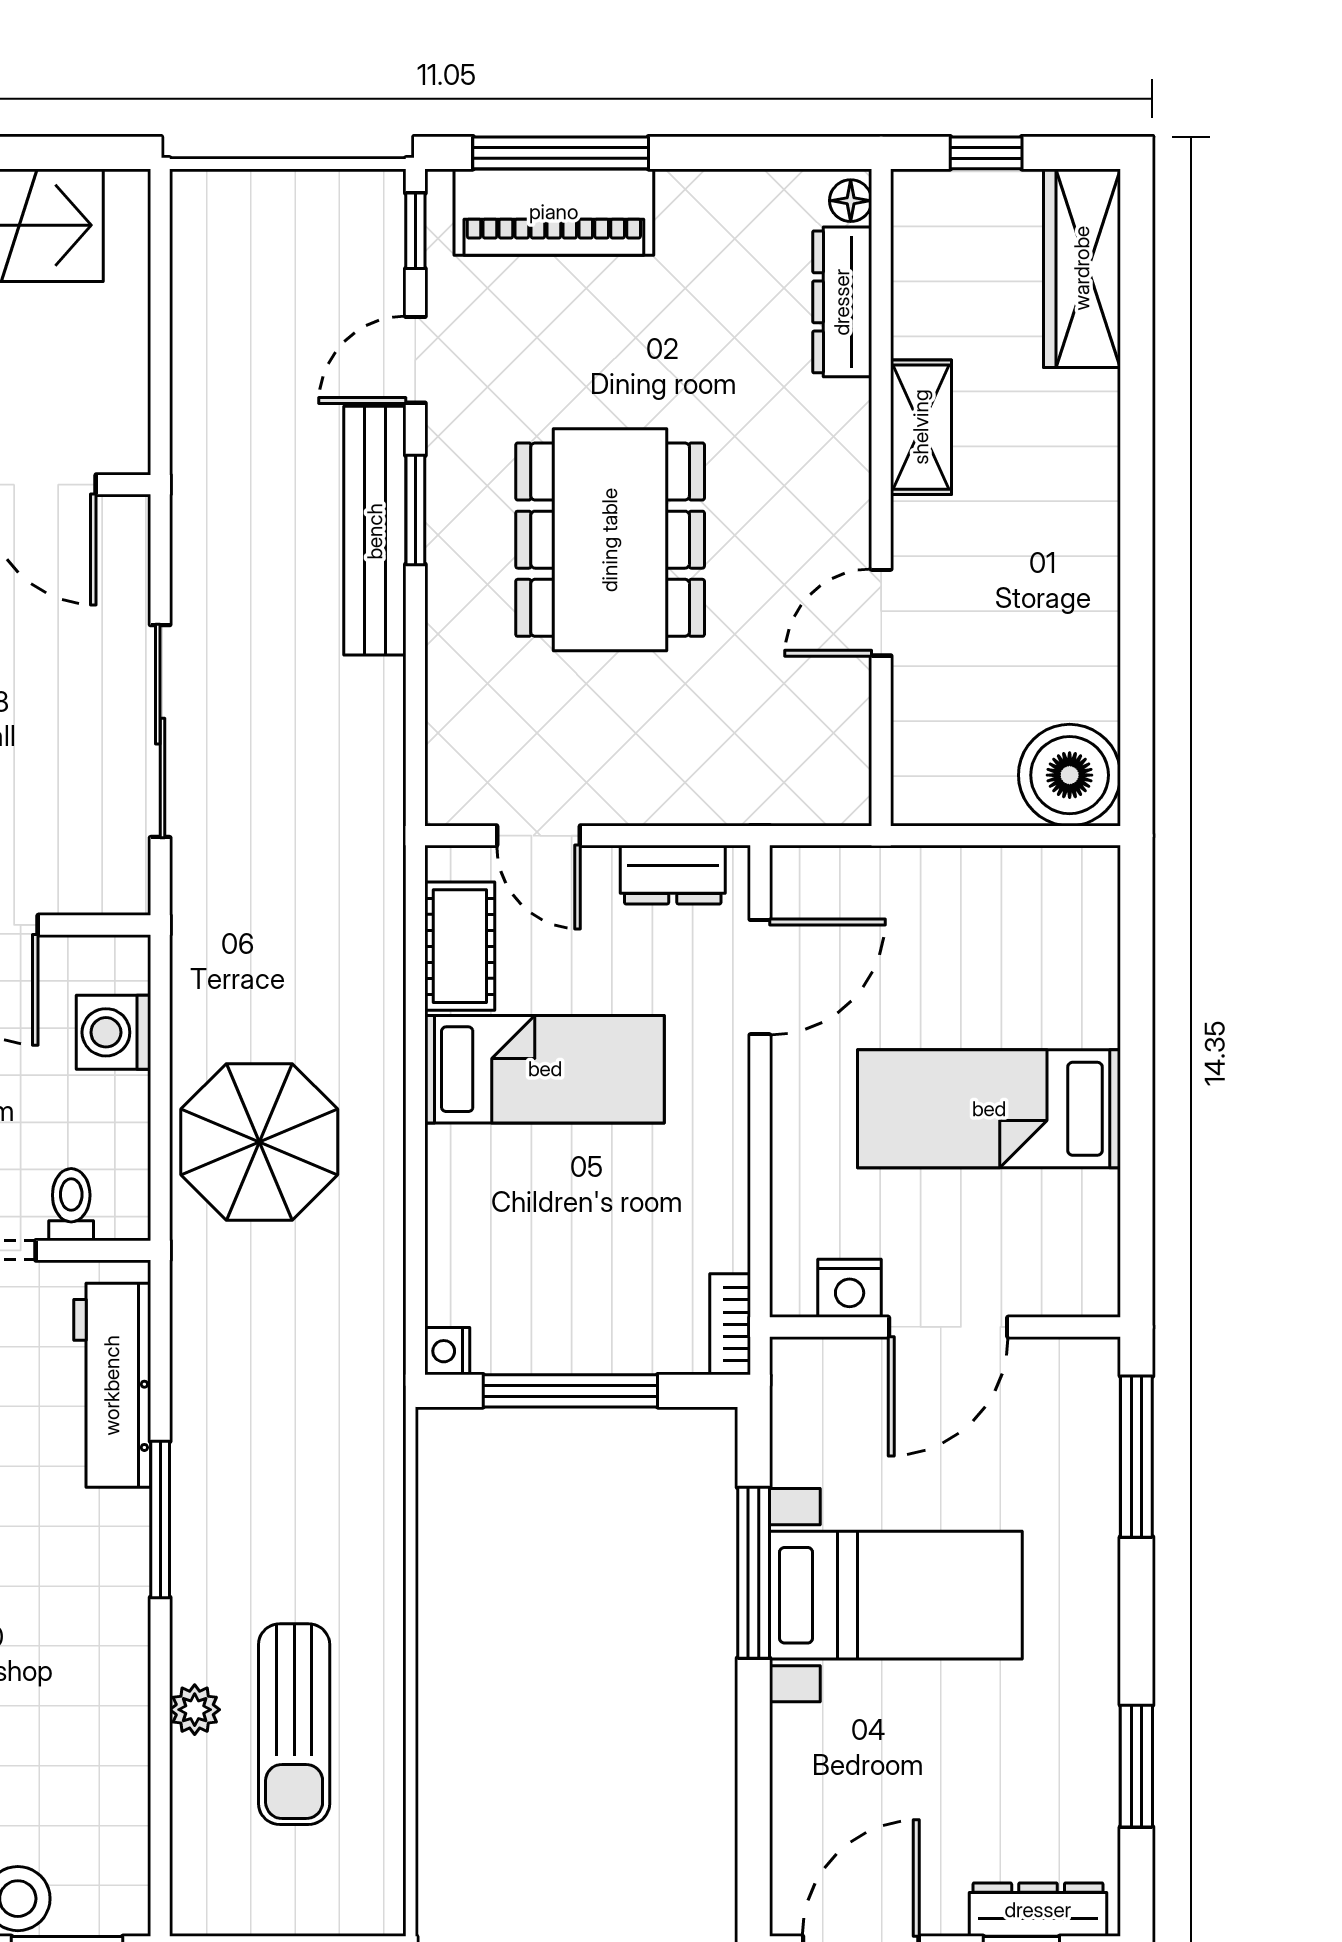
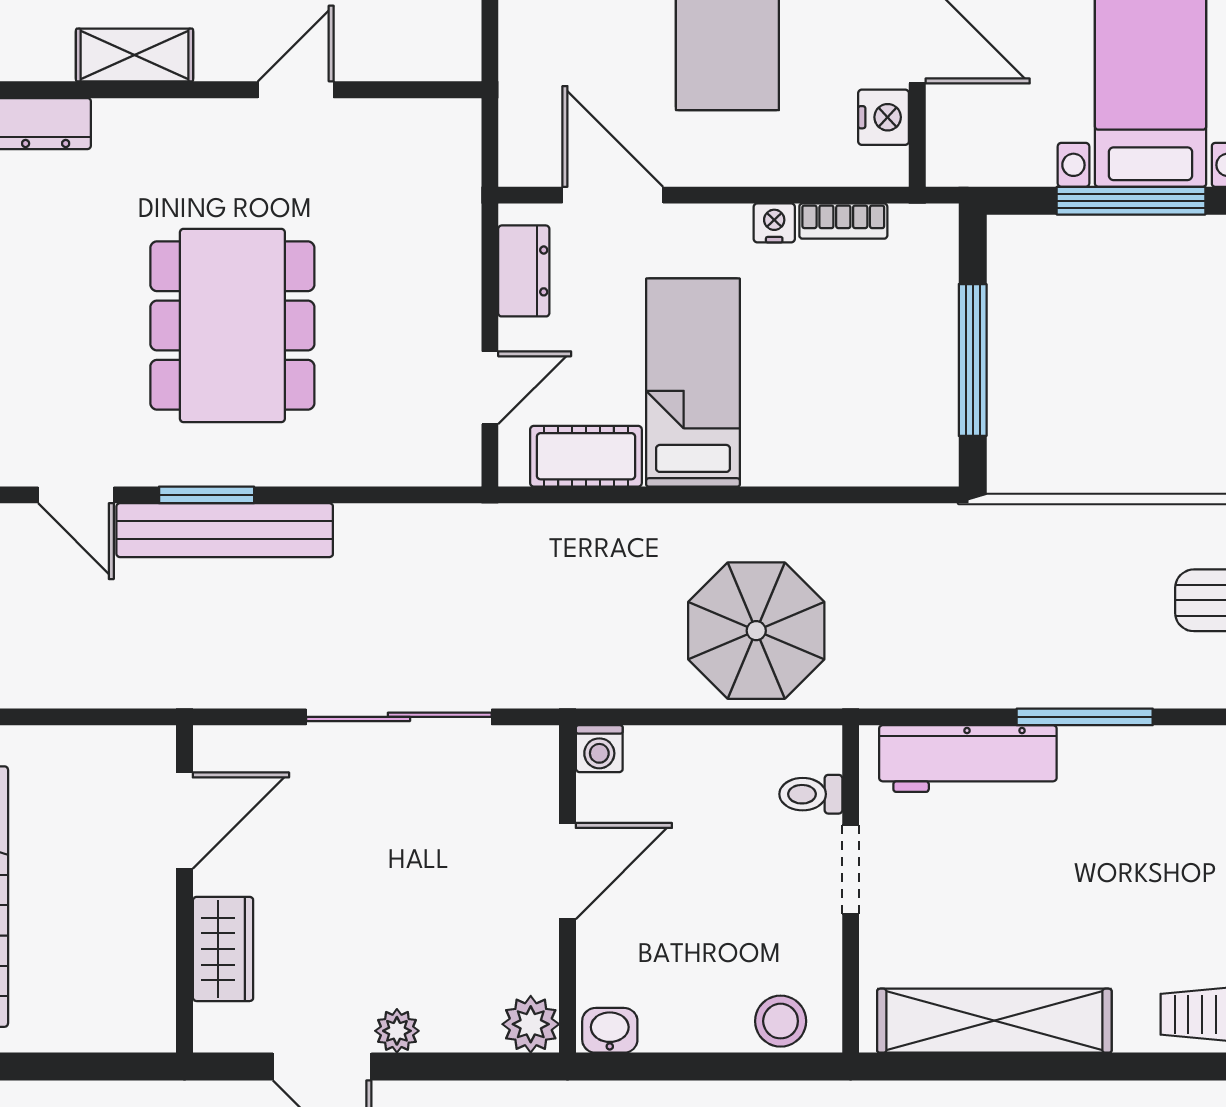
dining table: (610, 540) -> (232, 325), turned 90
door: (881, 613) -> (296, 90), swing flipped
washing machine: (113, 1032) -> (599, 749), moved, width x0.73, depth x0.73
bookcase: (730, 1324) -> (843, 221), moved
nightstand: (447, 1351) -> (774, 223), moved, turned 180

